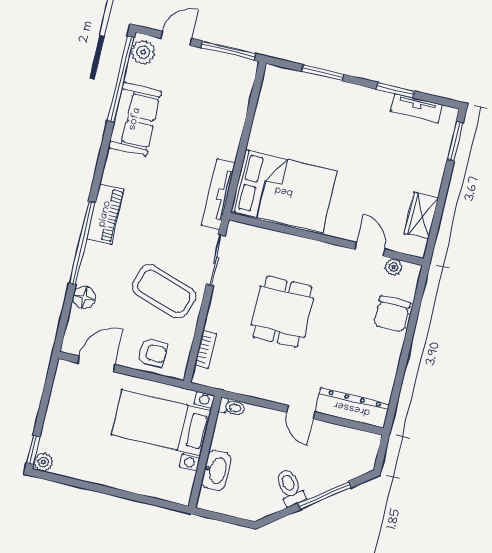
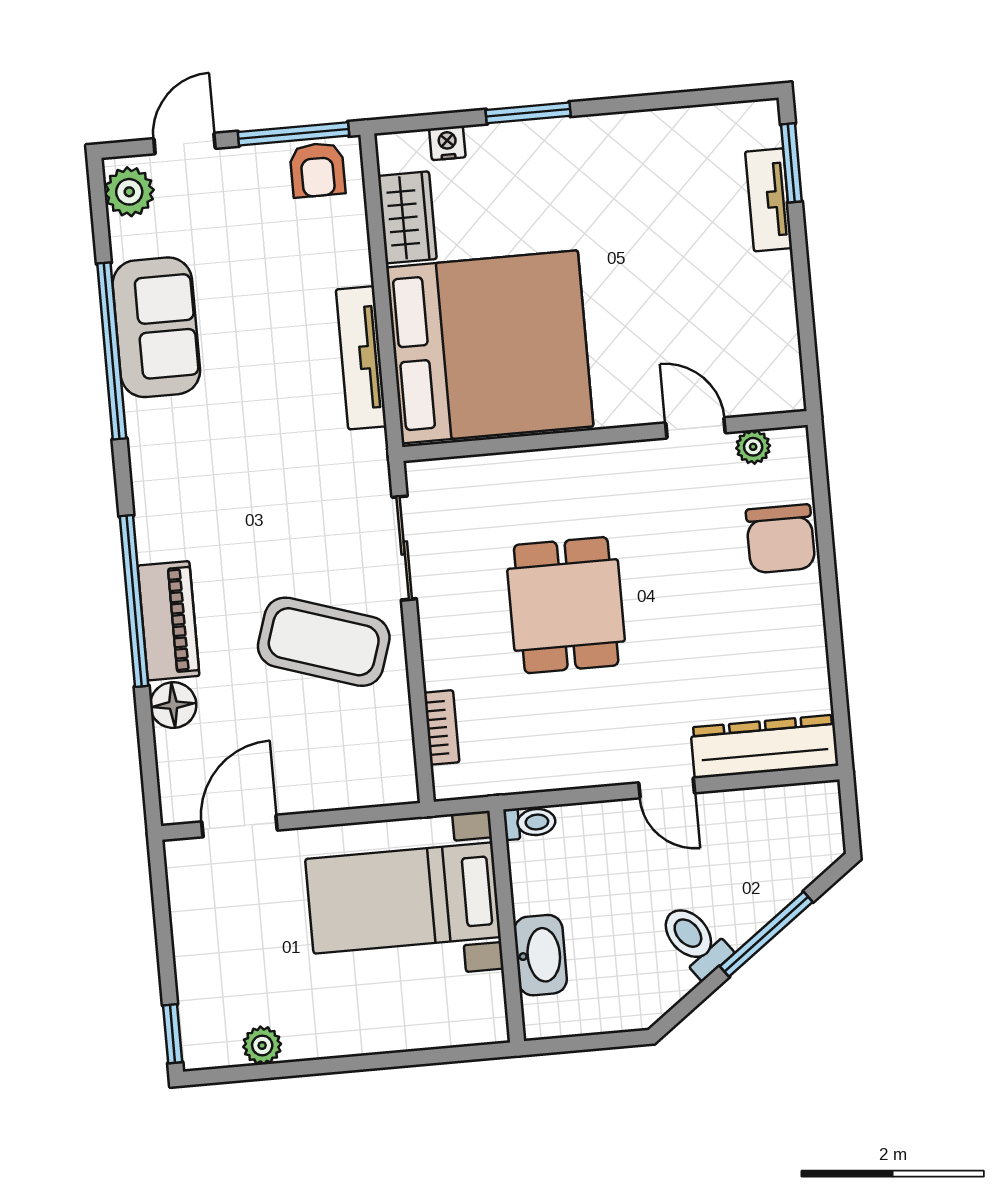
window: (323, 73) -> (528, 113), moved
window: (121, 79) -> (112, 351), moved
nightstand: (298, 79) -> (447, 143), added
window: (395, 90) -> (643, 103), removed
tv unit: (416, 108) -> (769, 200), moved, turned 90
bed: (284, 191) -> (490, 347), width x1.36
tv unit: (218, 194) -> (361, 358), moved
piano: (105, 214) -> (169, 621), moved
wardrobe: (421, 216) -> (407, 217), moved, turned 180
armchair: (153, 353) -> (317, 170), moved, turned 90
plant: (43, 462) -> (262, 1045), moved

